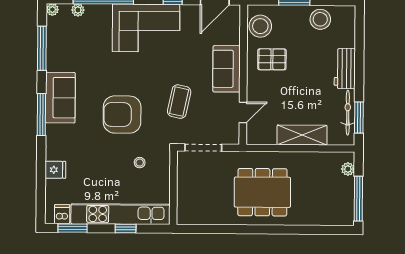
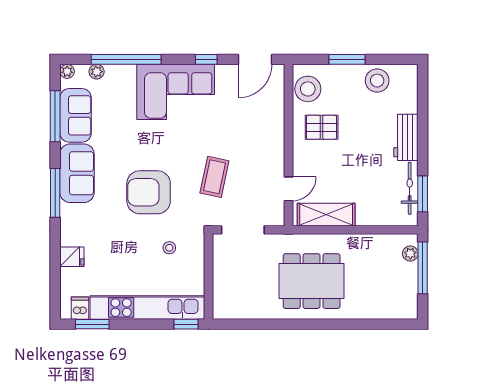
sofa: (227, 69) -> (76, 115), moved, turned 180
shelving: (302, 135) -> (326, 215), moved
window: (358, 199) -> (423, 268), moved
window: (126, 228) -> (186, 324), moved

